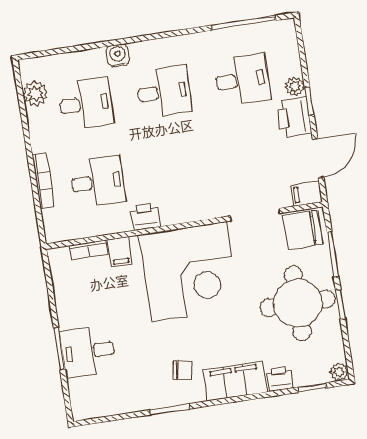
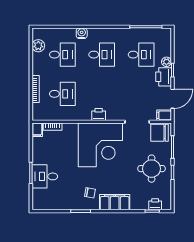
printer: (145, 217) -> (99, 114), moved
filing cabinet: (120, 252) -> (37, 130), moved
round table: (298, 303) -> (152, 169), width x0.73, depth x0.73
plant: (339, 372) -> (167, 205), removed
printer: (280, 379) -> (155, 204), moved

